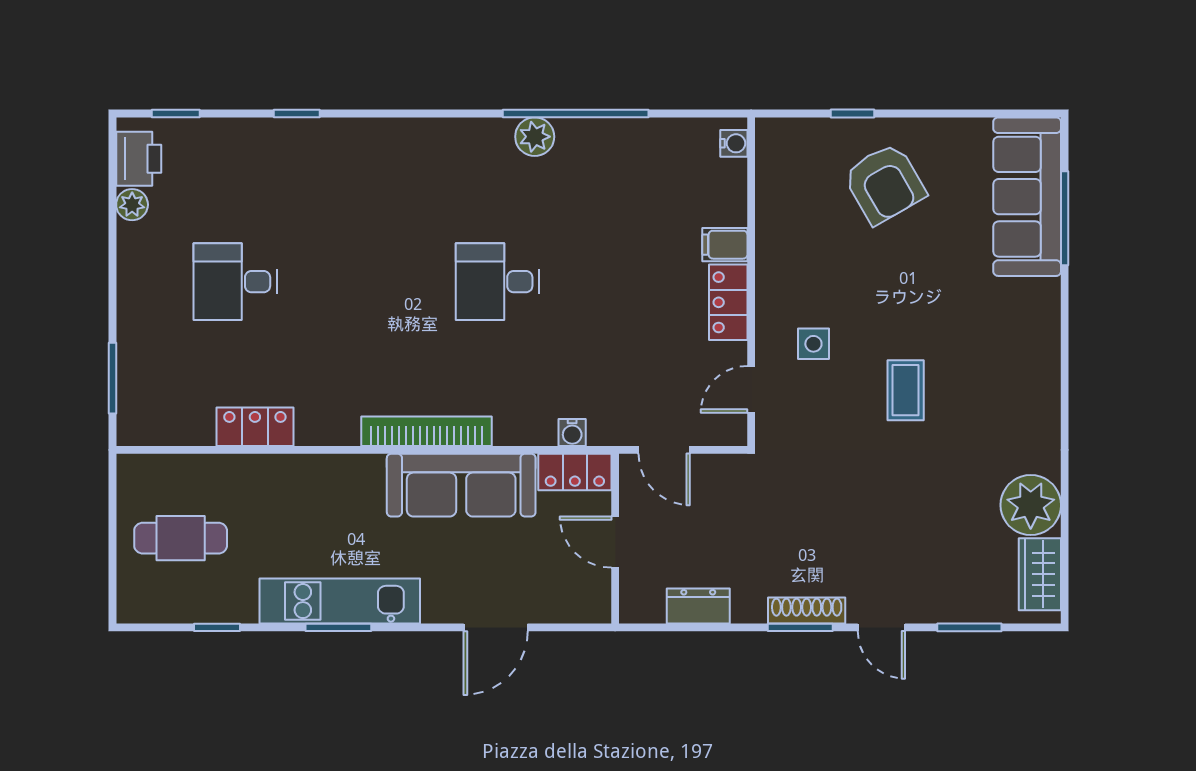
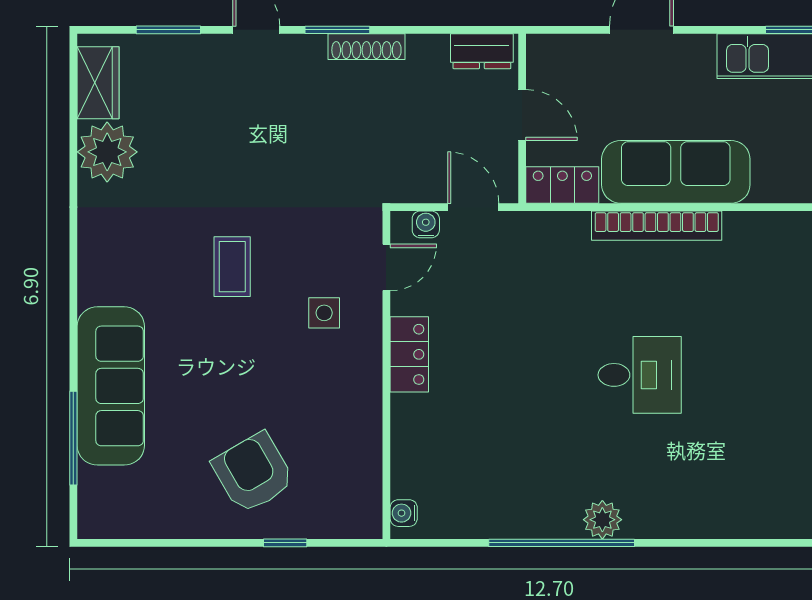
sofa: (1027, 197) -> (111, 386), moved
filing cabinet: (725, 245) -> (413, 412), removed
bookcase: (427, 431) -> (657, 226), moved
water cooler: (572, 432) -> (426, 224), moved
dresser: (698, 606) -> (482, 51), moved
shoe rack: (807, 611) -> (366, 47), moved

